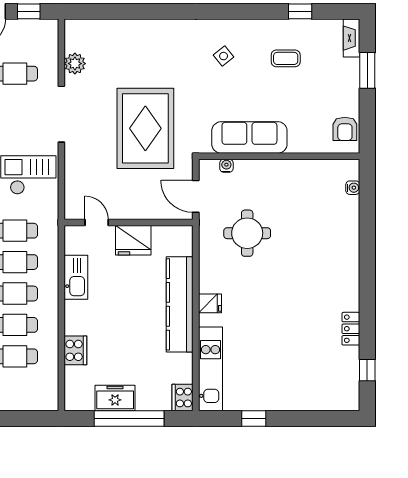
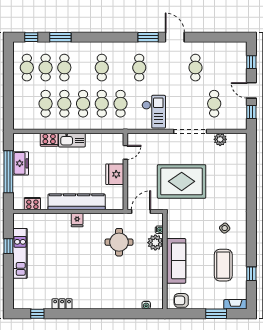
coffee table: (286, 58) -> (223, 265), width x1.86, depth x1.72
sofa: (249, 137) -> (176, 261), moved
plant: (248, 172) -> (155, 243), added
kitchen sink: (76, 277) -> (72, 140), moved
kitchen unit: (211, 369) -> (20, 253), moved, turned -90
cooker: (183, 398) -> (32, 204), moved

